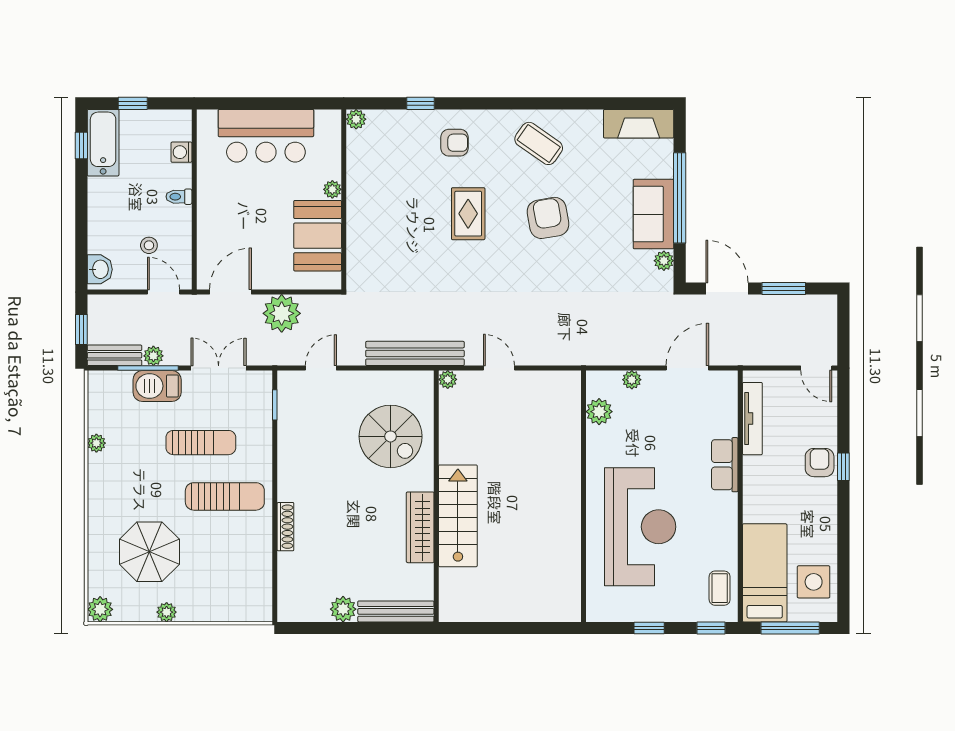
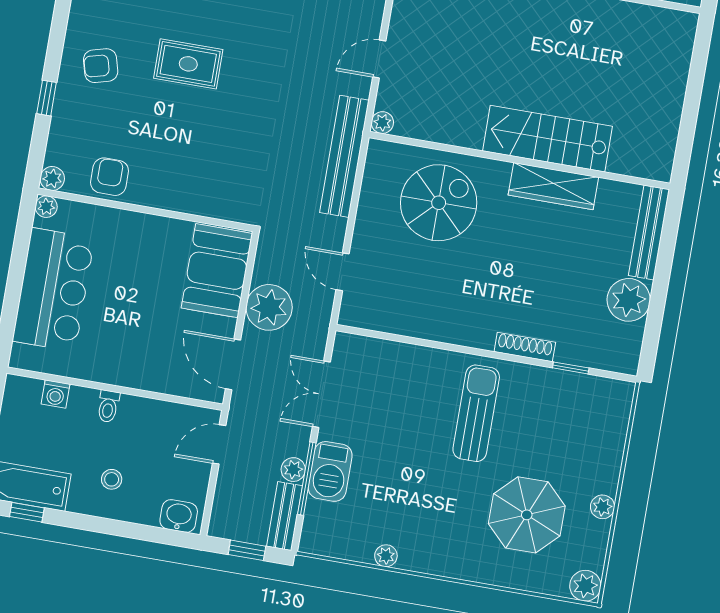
armchair: (454, 143) -> (101, 66), turned -105
armchair: (366, 165) -> (110, 177), added
plant: (332, 189) -> (46, 207), moved
booth: (318, 236) -> (217, 271), moved, turned 90
stool: (149, 245) -> (112, 479), moved
window: (275, 405) -> (571, 368), moved
sun lounger: (201, 443) -> (407, 431), removed
plant: (343, 609) -> (629, 300), width x1.36, depth x1.36

